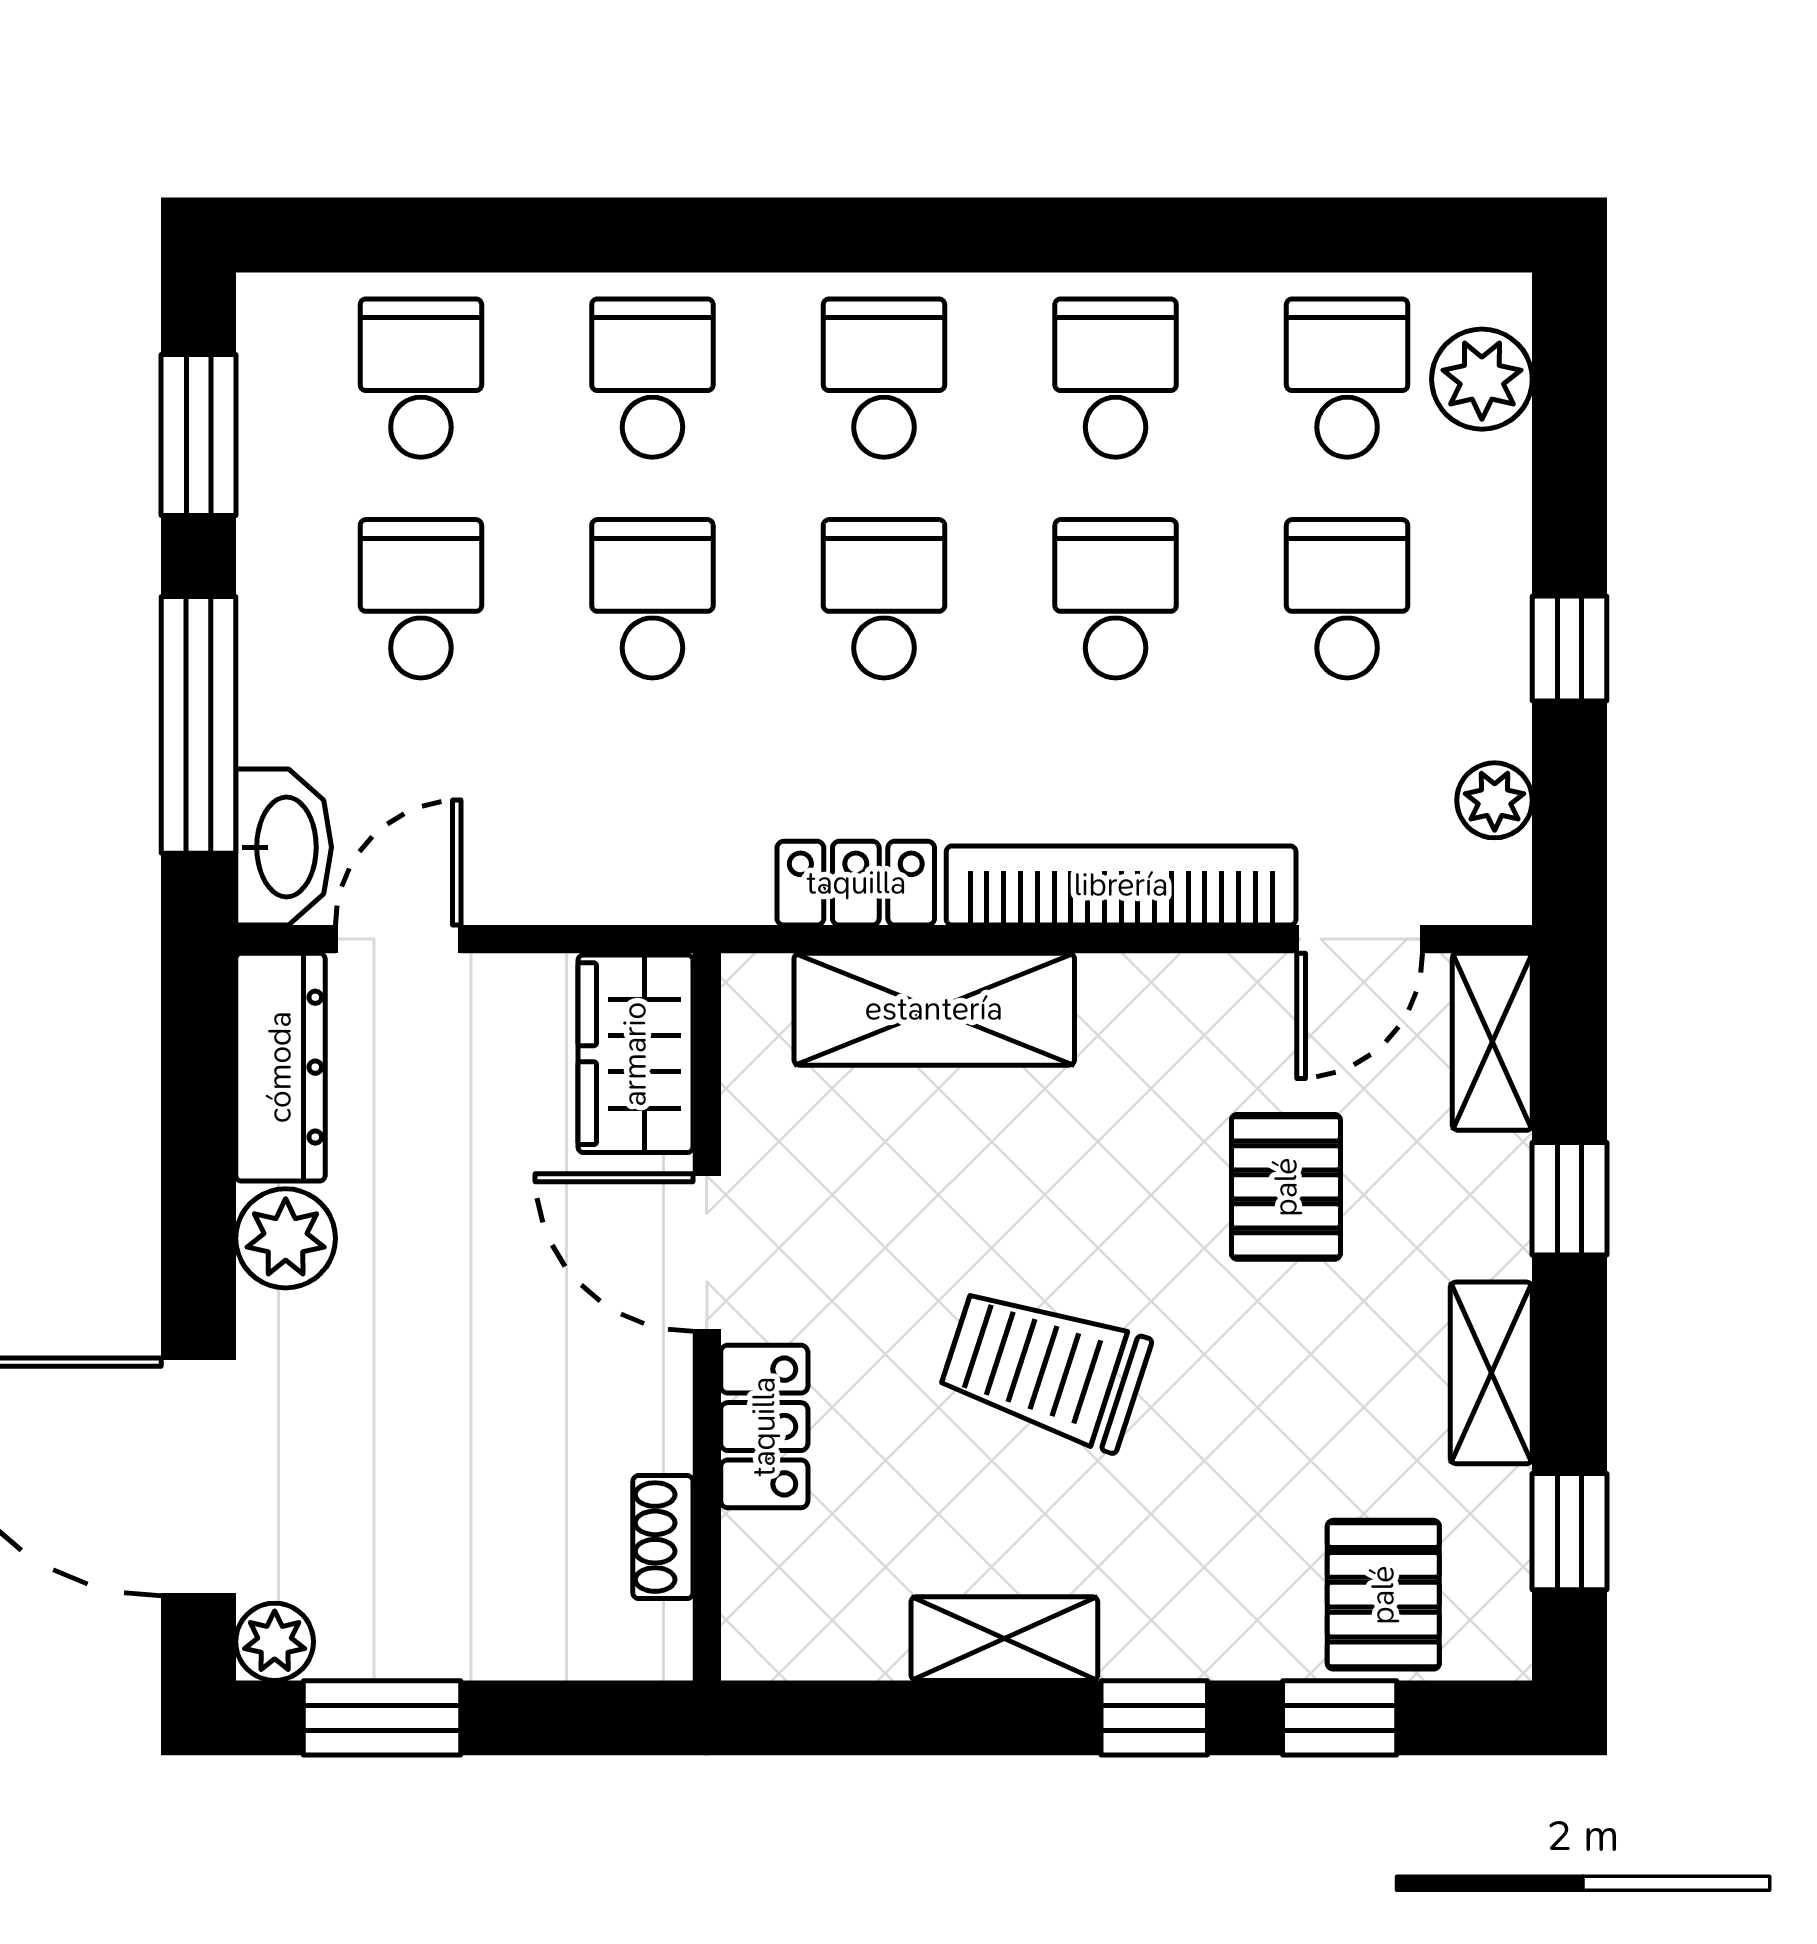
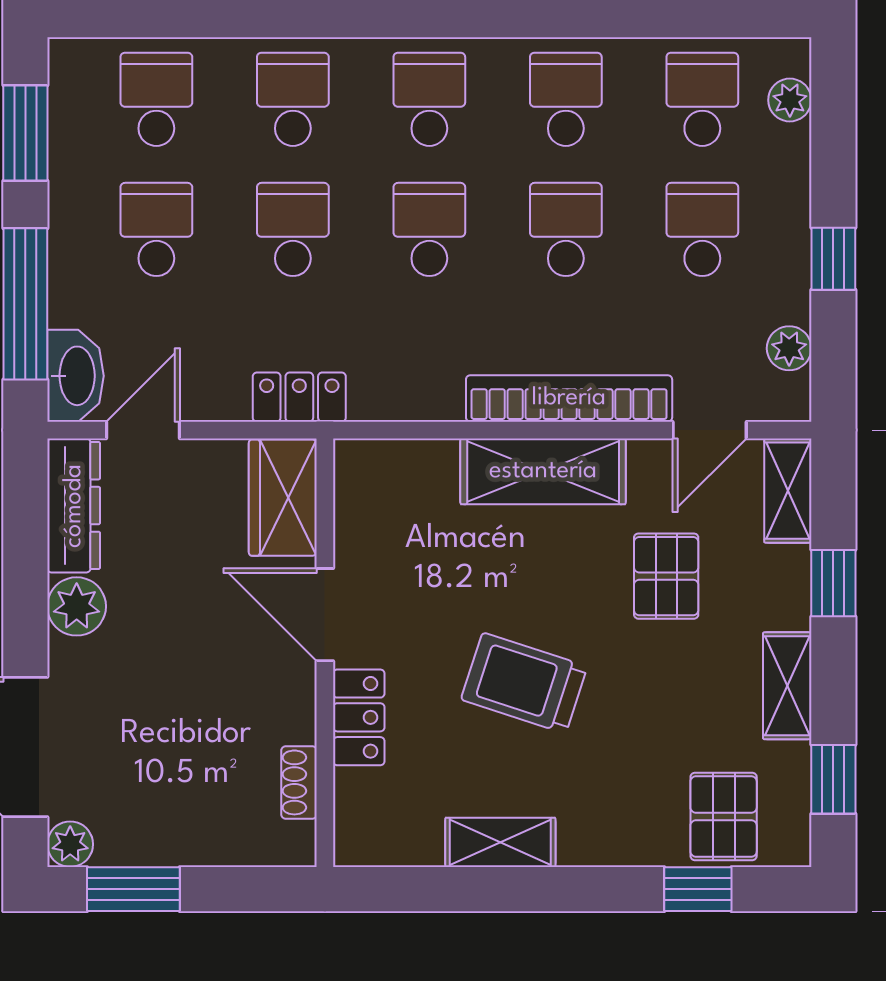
plant: (1482, 379) -> (790, 100), width x0.73, depth x0.73
locker: (856, 883) -> (299, 397), moved
shelving: (934, 1009) -> (543, 471), moved
window: (1154, 1718) -> (589, 889), removed

